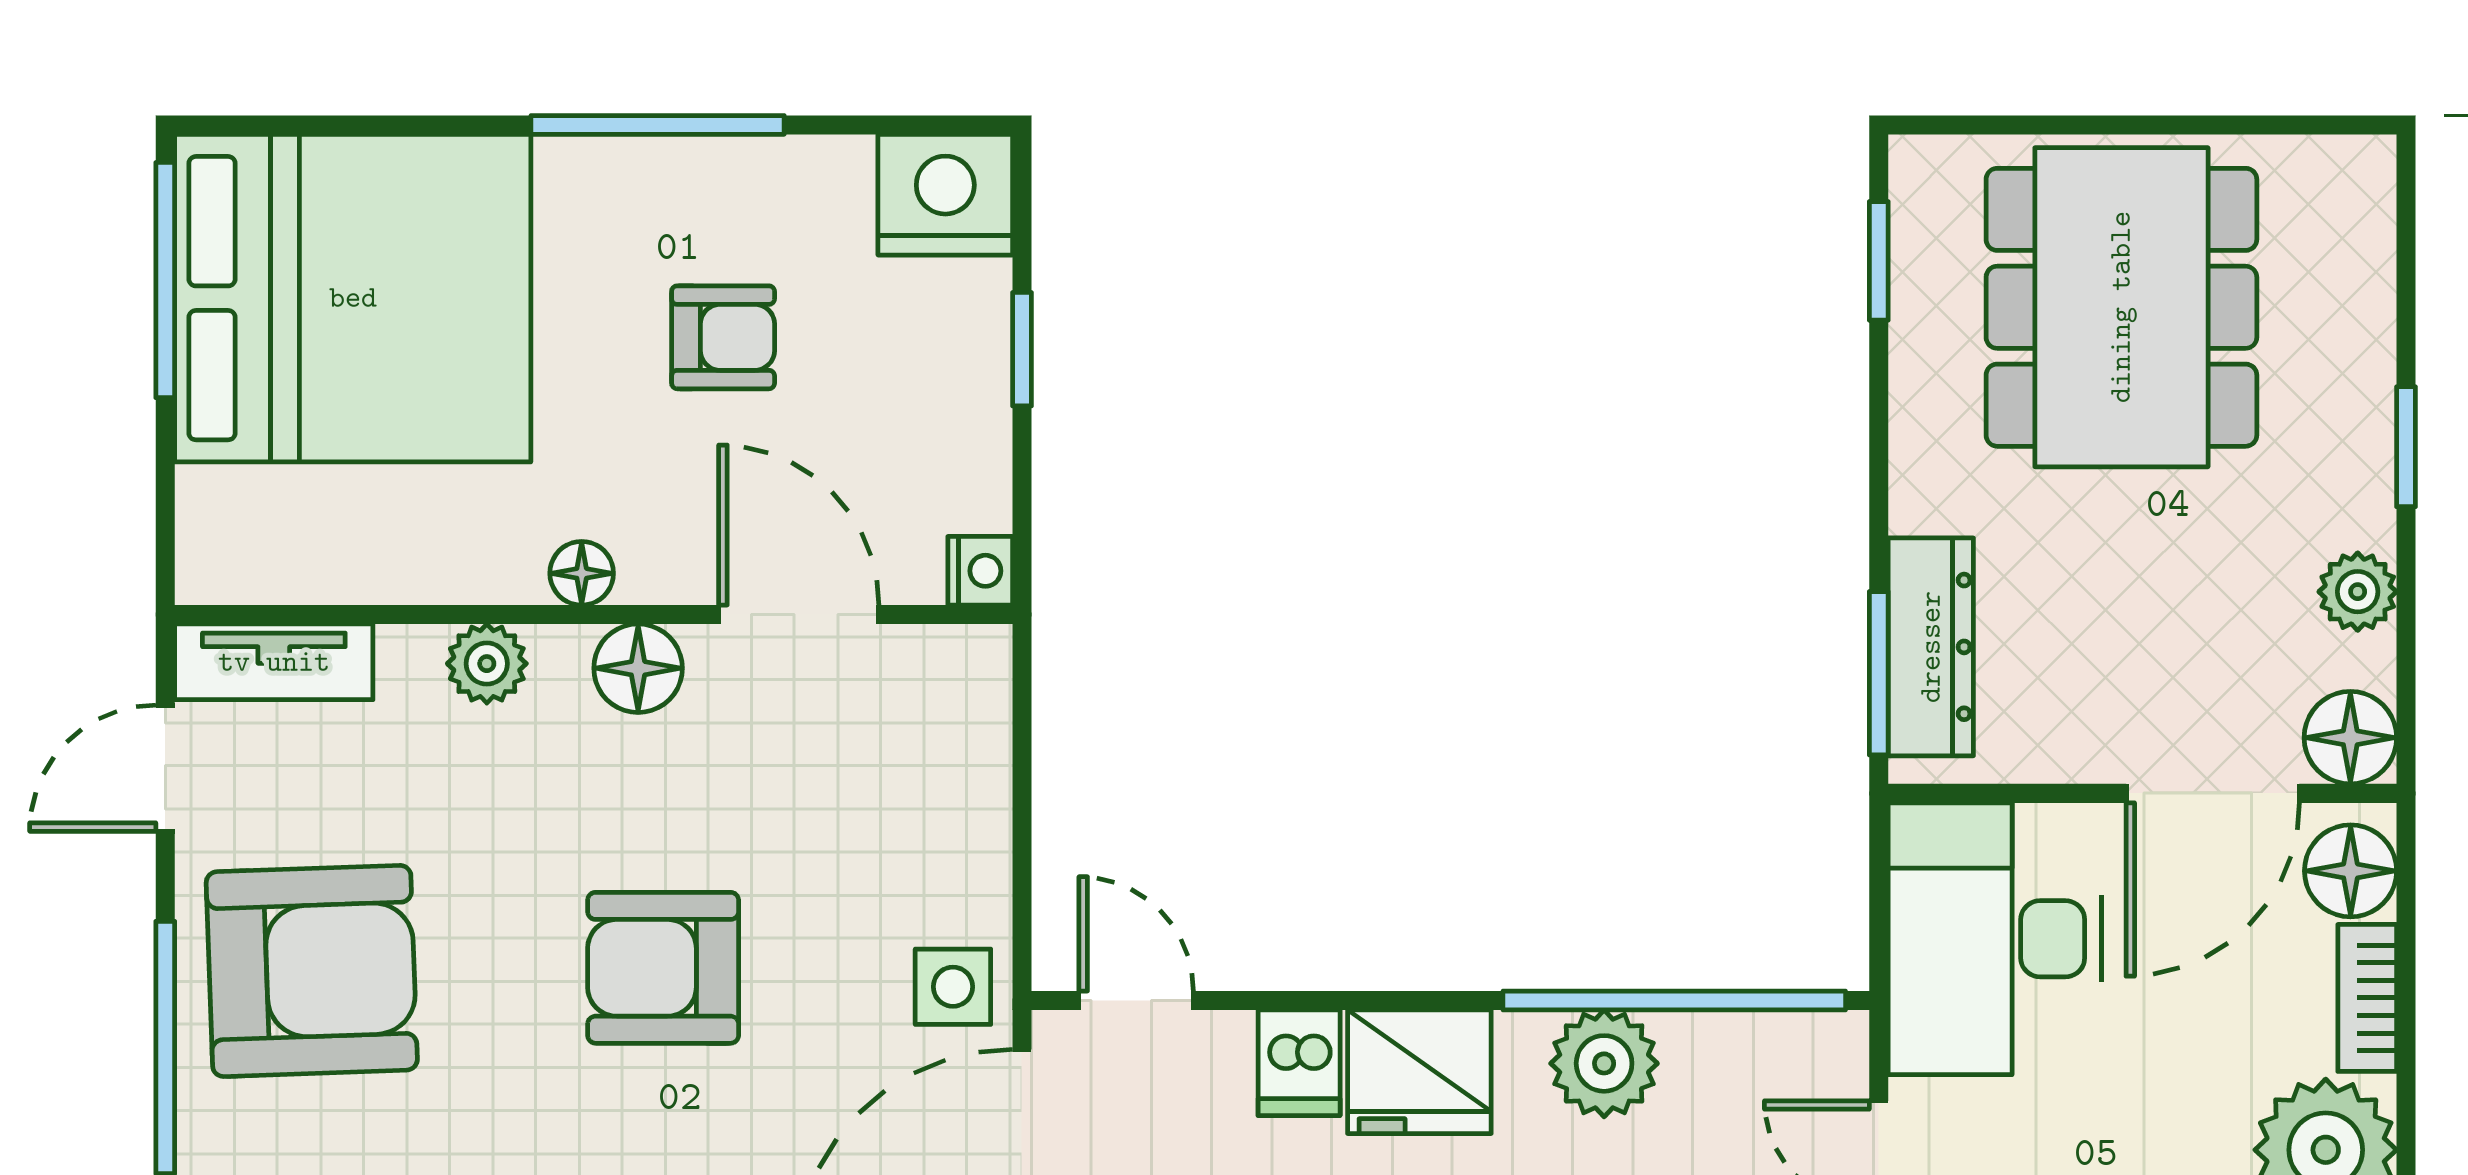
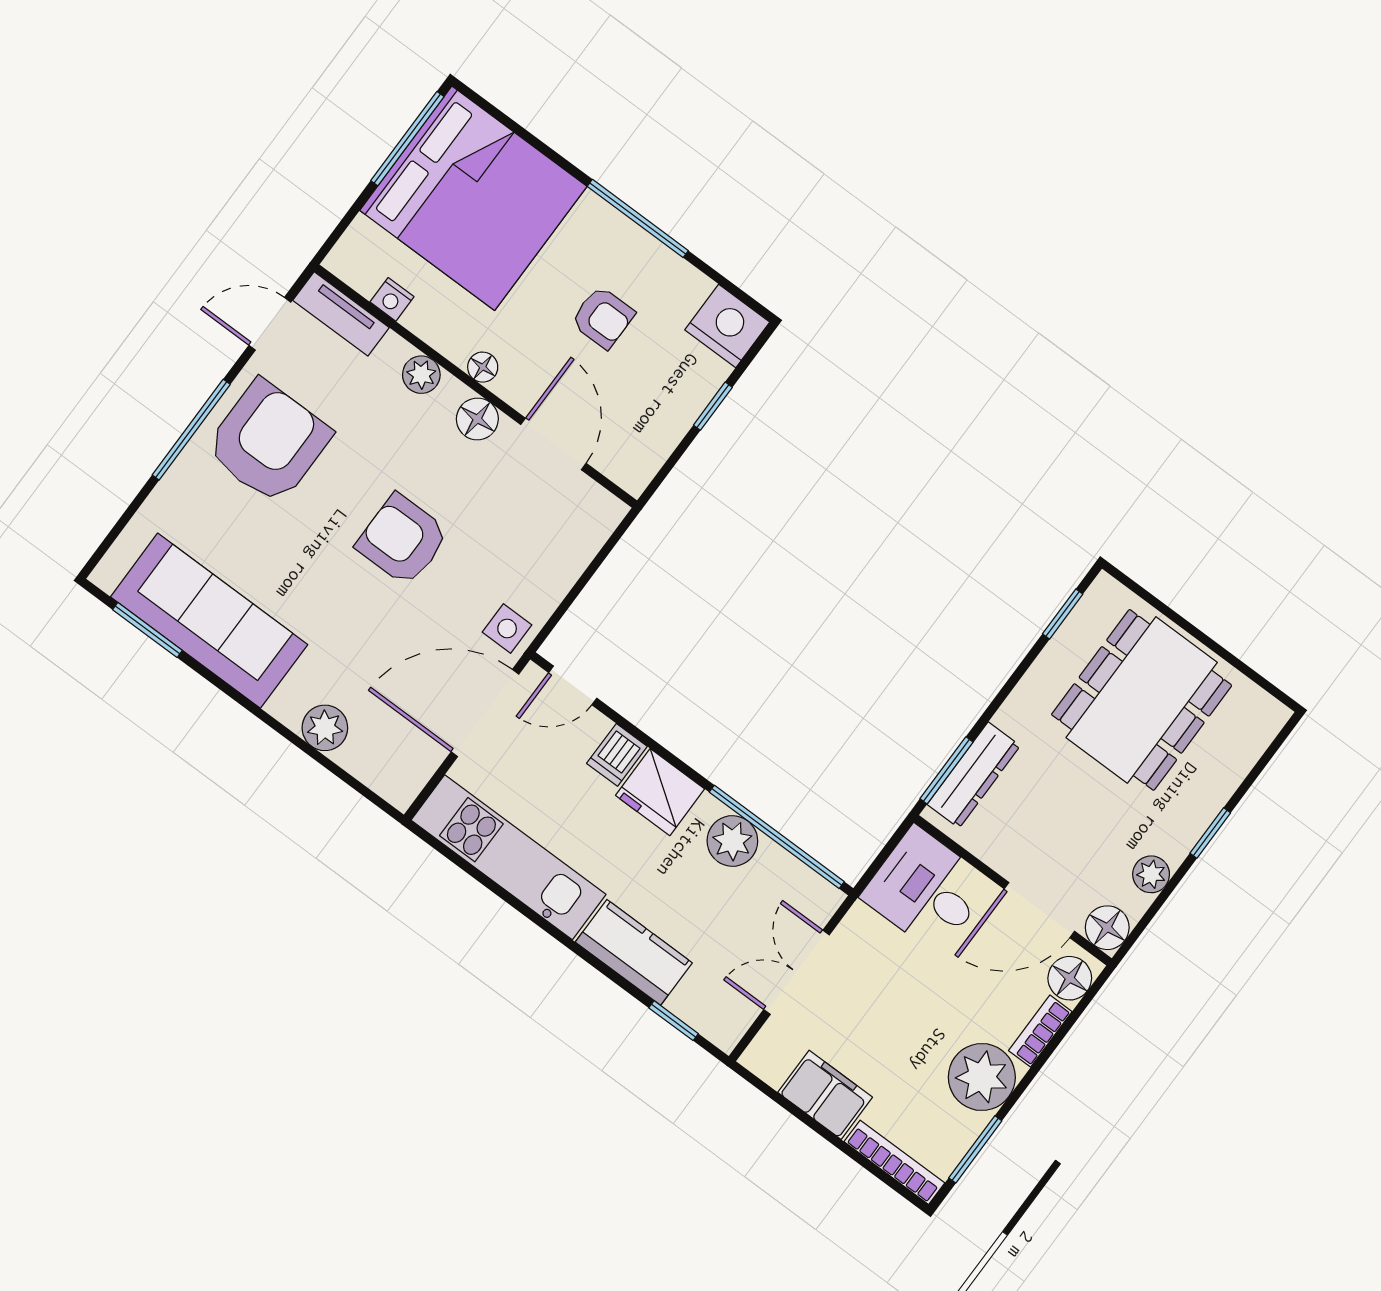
nightstand: (980, 571) -> (392, 299), moved, turned 90
desk: (1995, 939) -> (926, 890), width x0.73
armchair: (312, 971) -> (268, 442), turned -88
door: (1136, 1001) -> (573, 685), swing flipped

